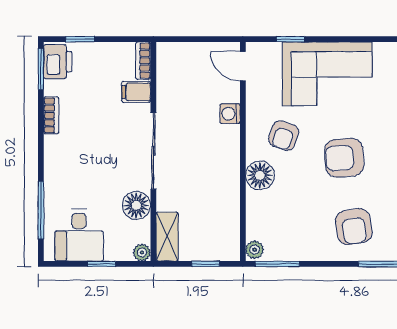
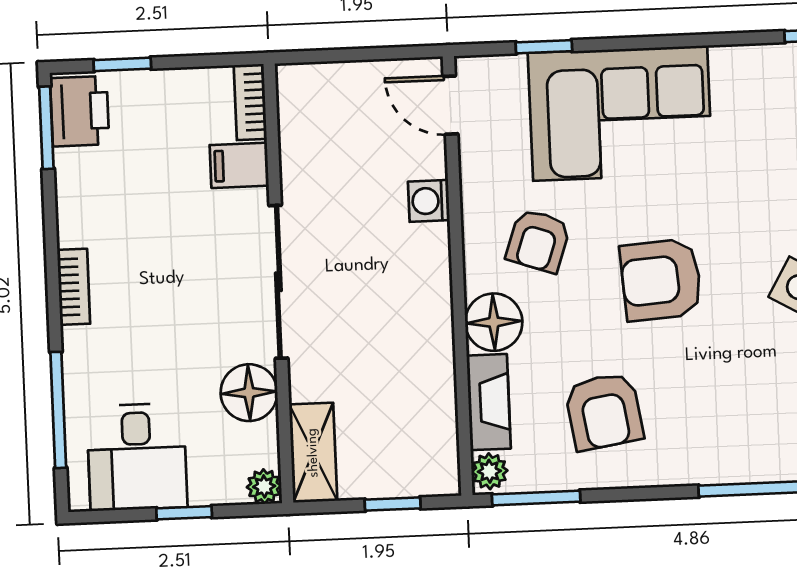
bookcase: (51, 115) -> (74, 287), moved
fireplace: (256, 215) -> (489, 402), added
armchair: (354, 227) -> (604, 411), moved

